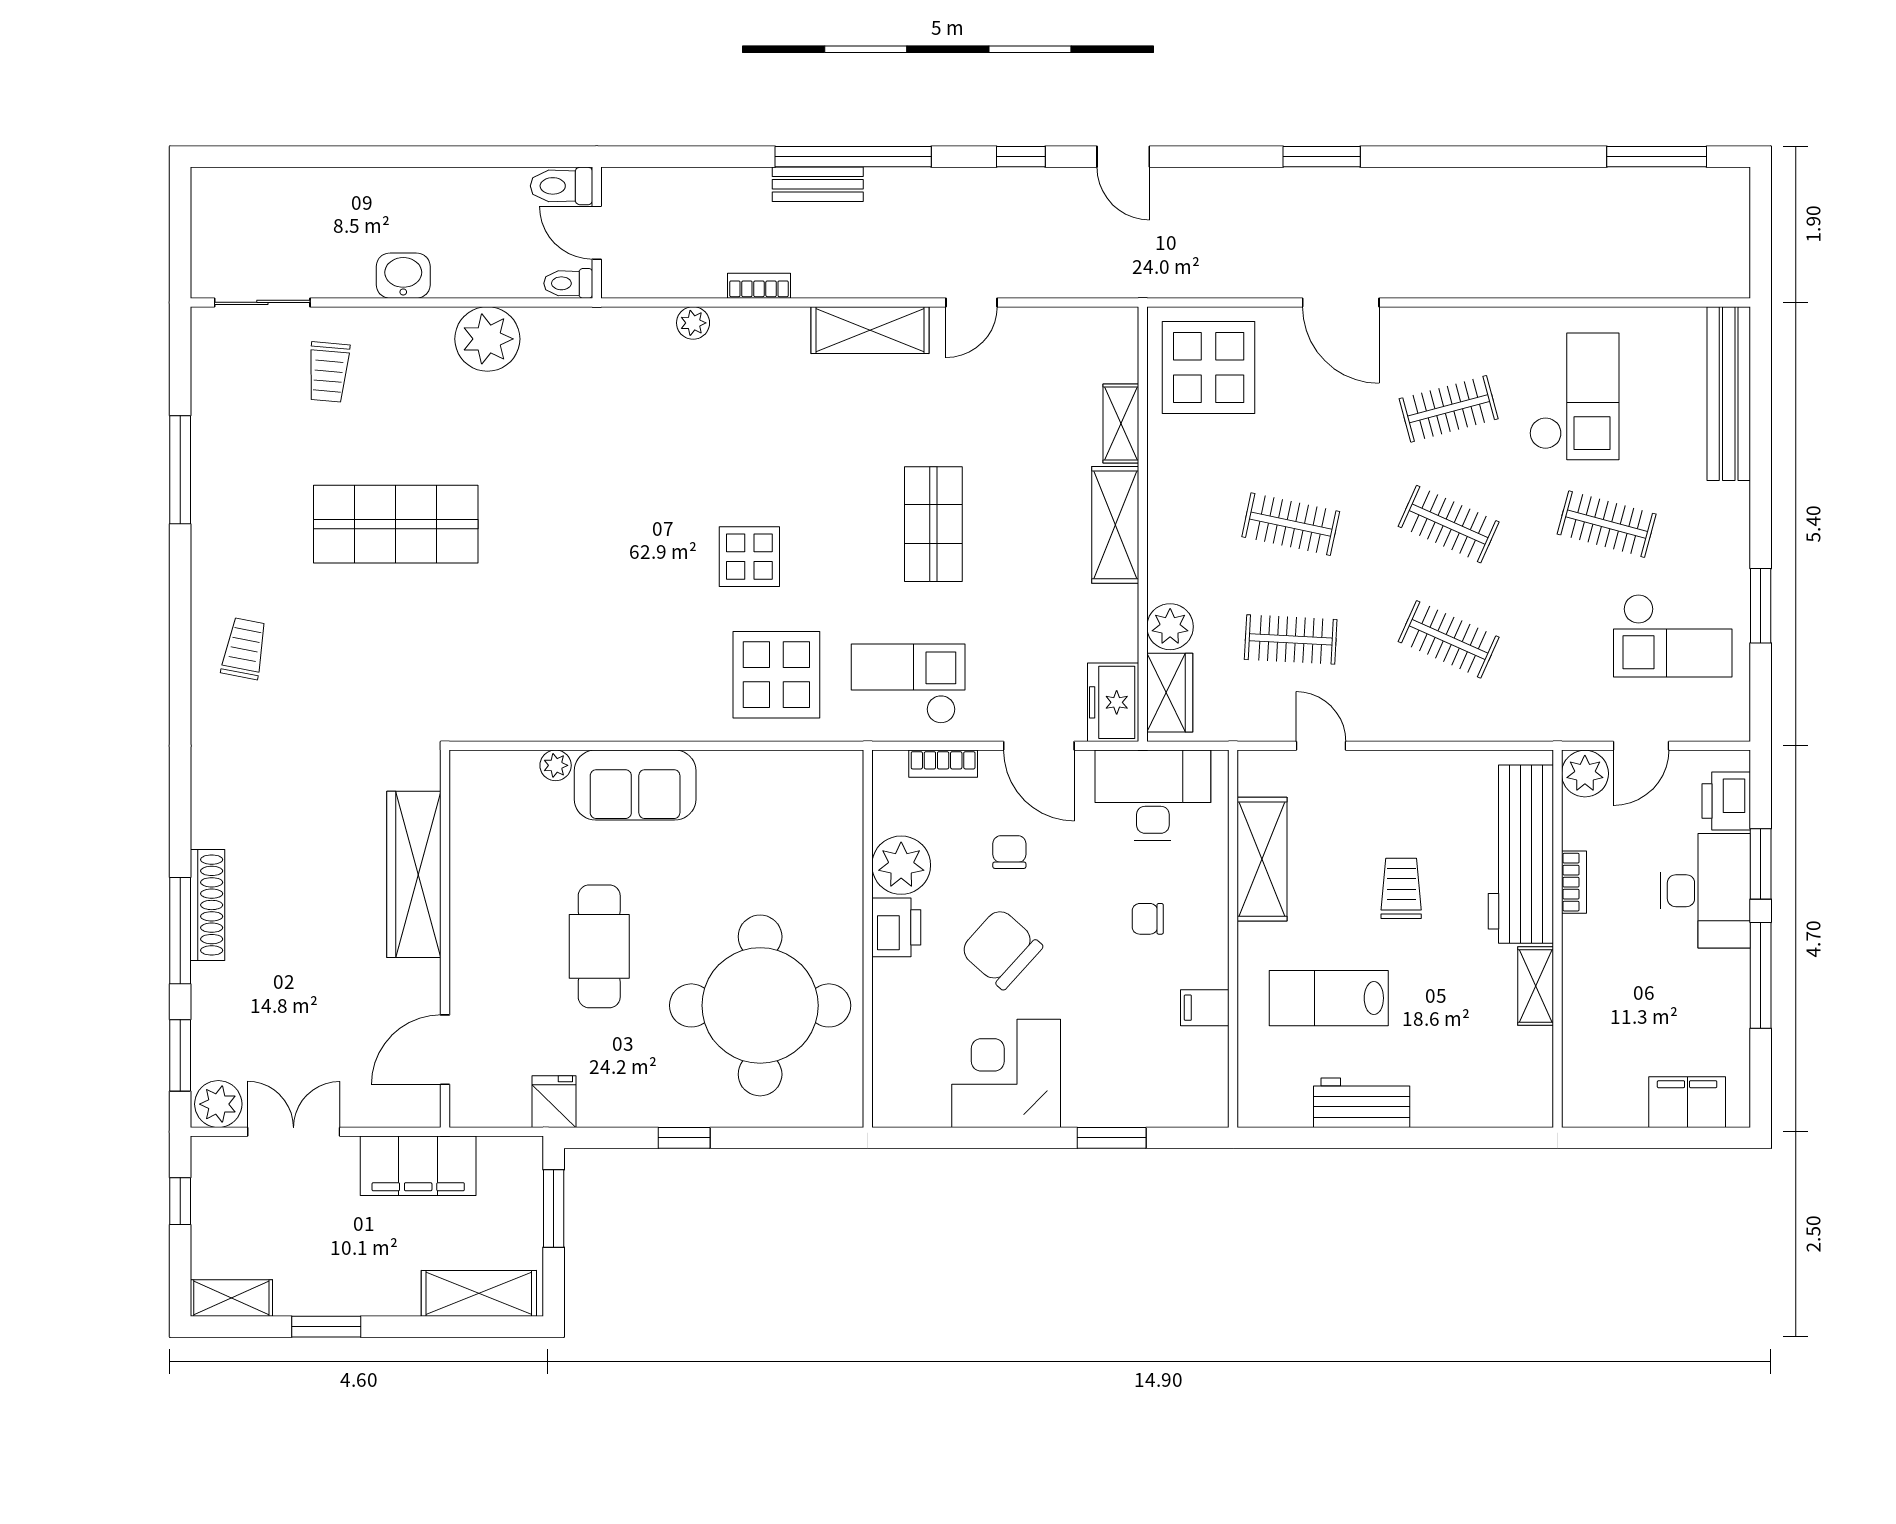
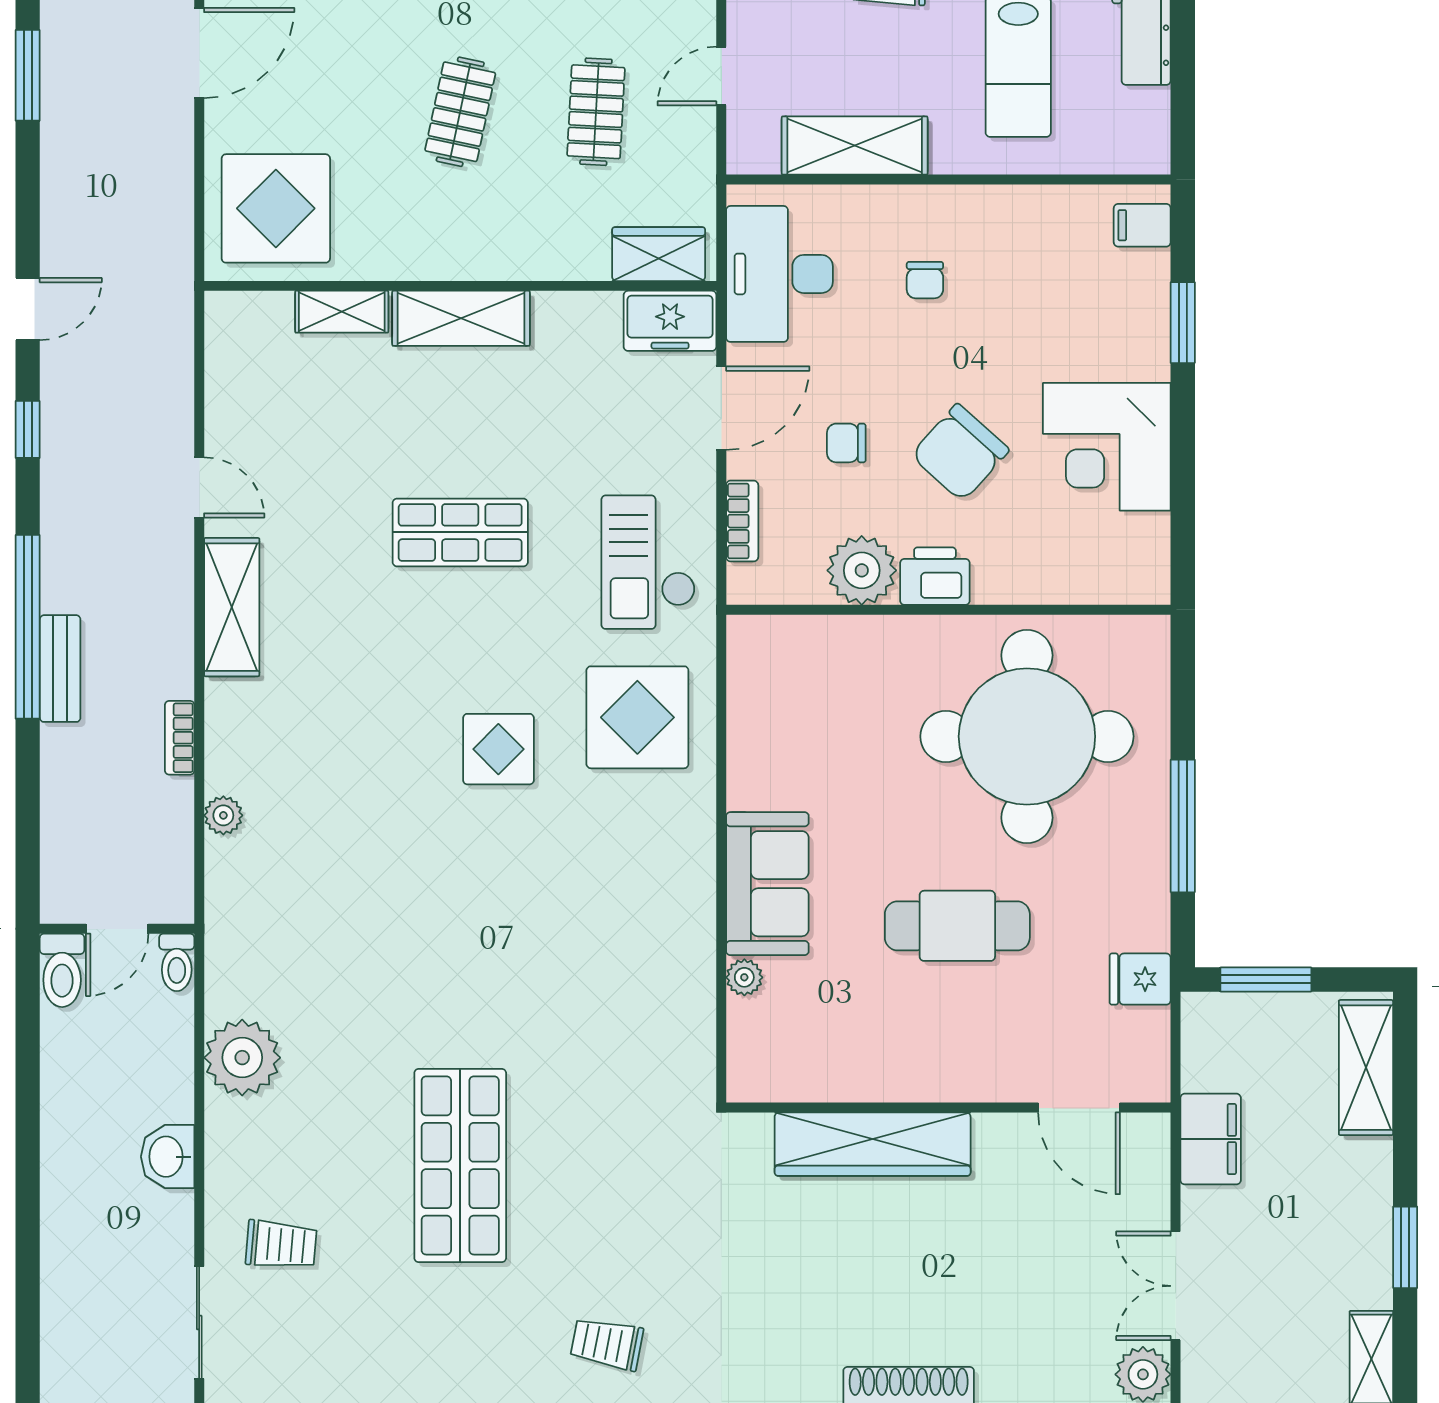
plant: (1170, 627) -> (581, 254), removed
filing cabinet: (1205, 1008) -> (1142, 225), moved, turned 90
window: (684, 1138) -> (1183, 826), width x2.17
filing cabinet: (418, 1166) -> (1211, 1139), width x0.67, depth x0.86

